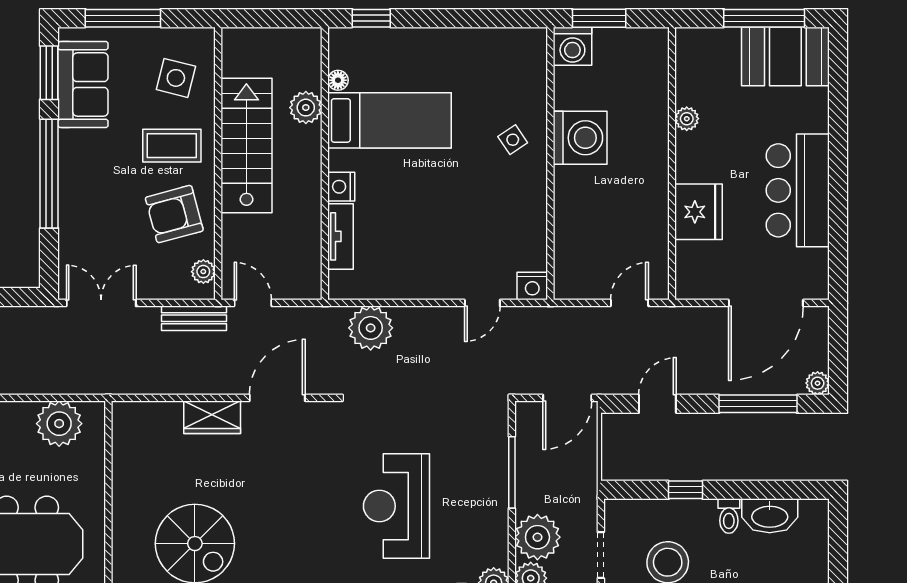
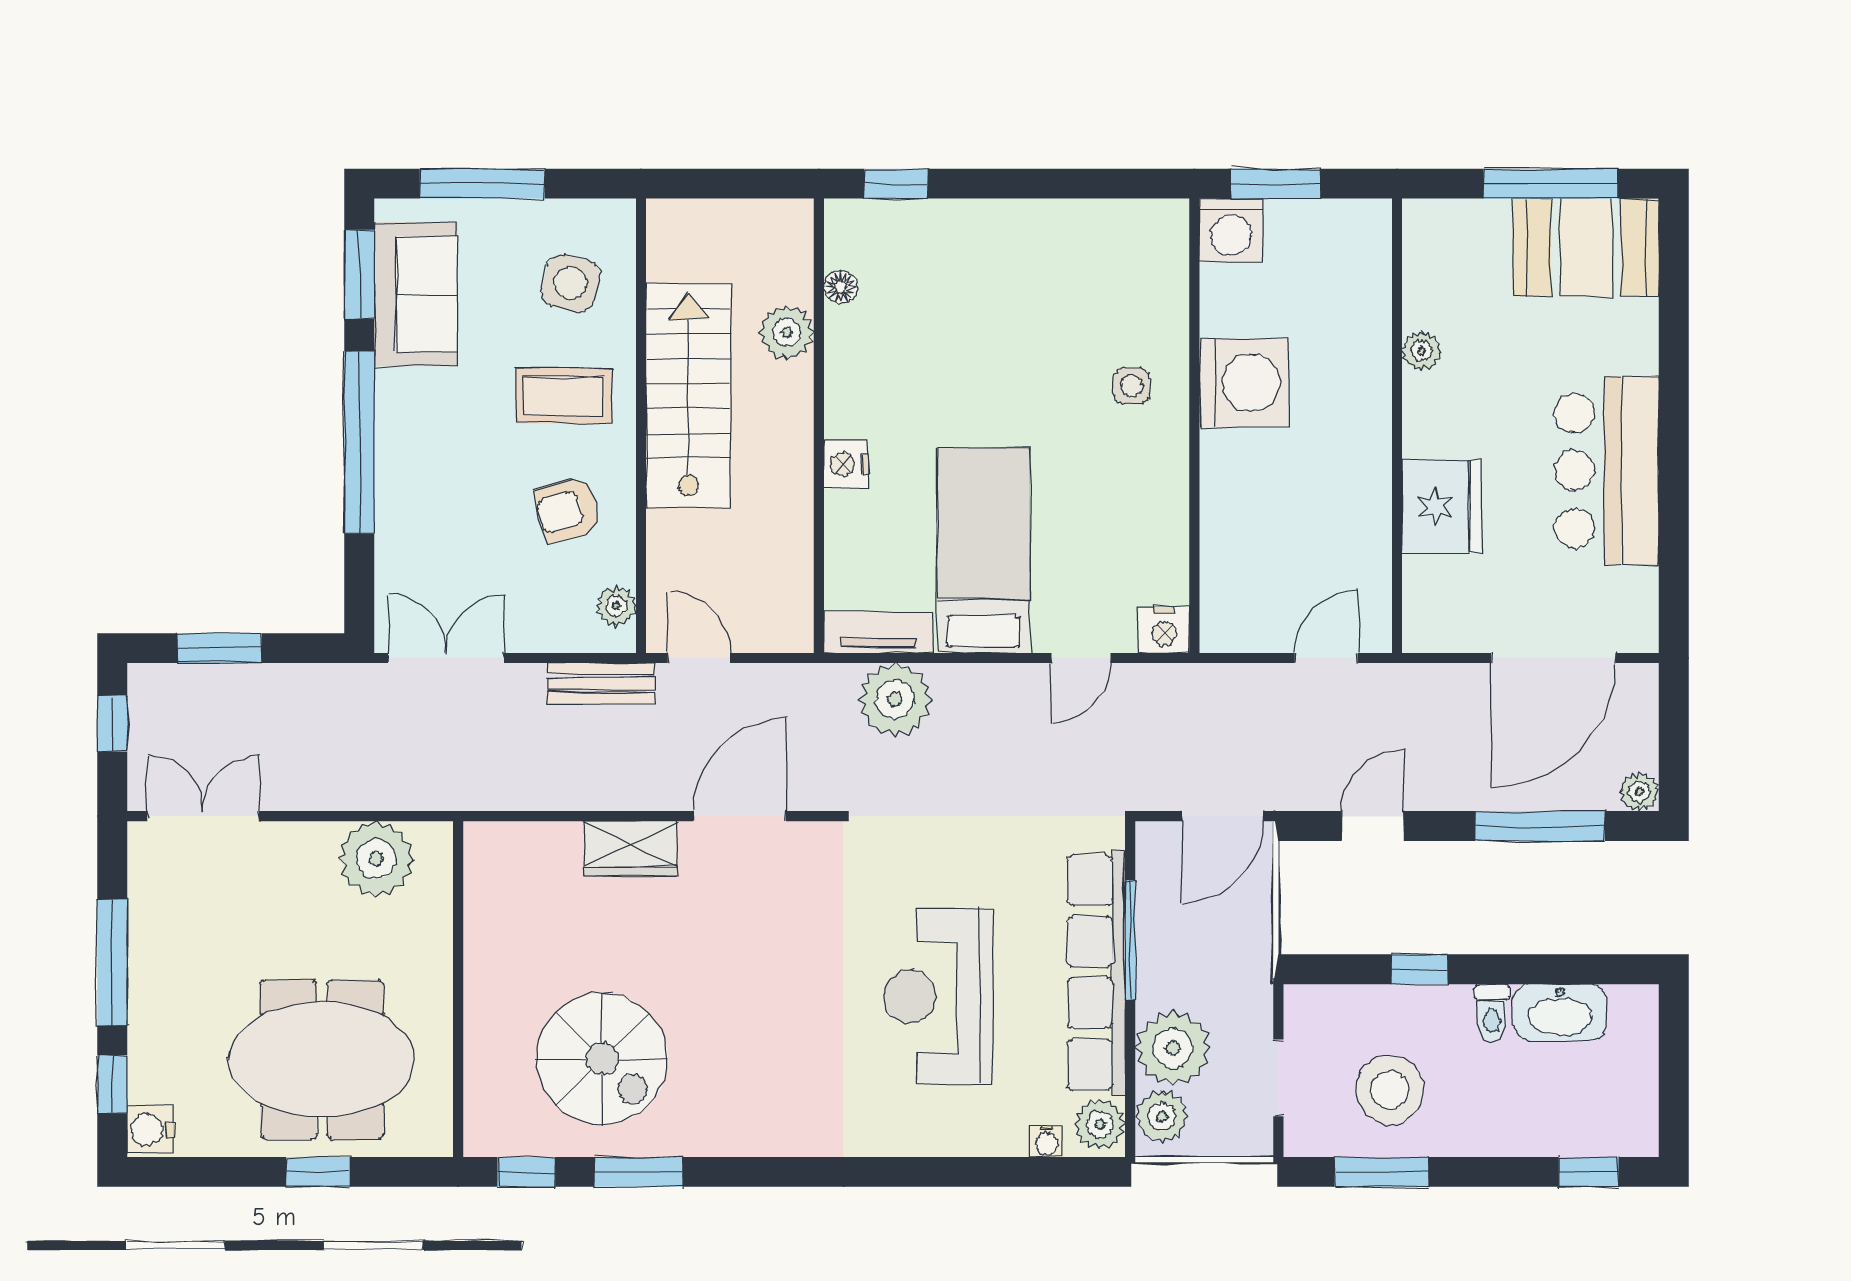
bed: (390, 120) -> (984, 550), moved, turned -90
side table: (513, 140) -> (1132, 386), turned 34
armchair: (174, 214) -> (568, 510), width x0.72, depth x0.72
tv unit: (340, 236) -> (879, 632), moved, turned -90
row of seats: (491, 492) -> (1096, 972), added

